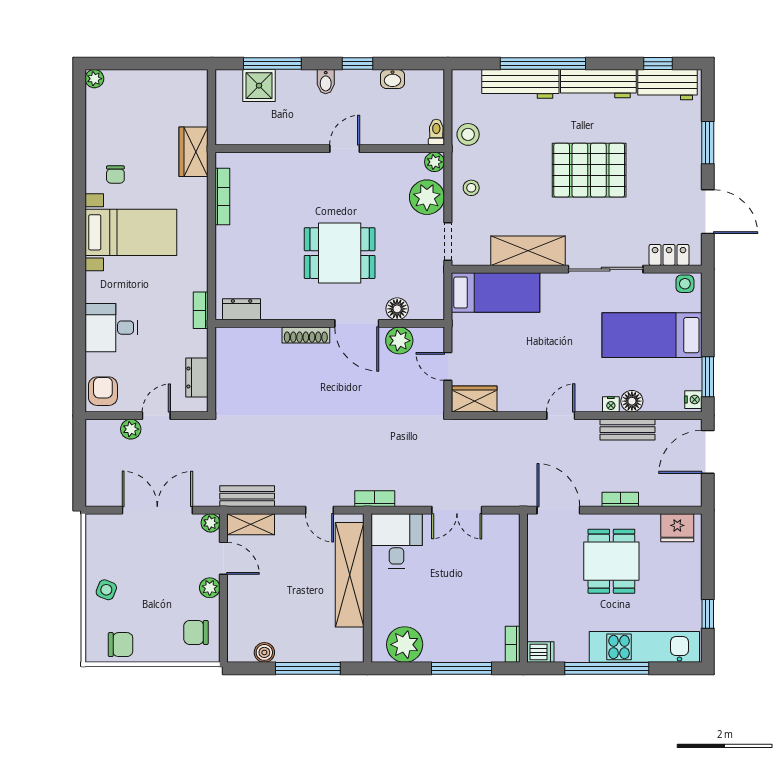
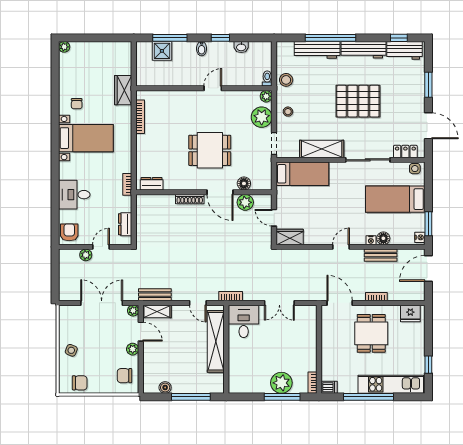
plant: (405, 645) -> (281, 383), moved

